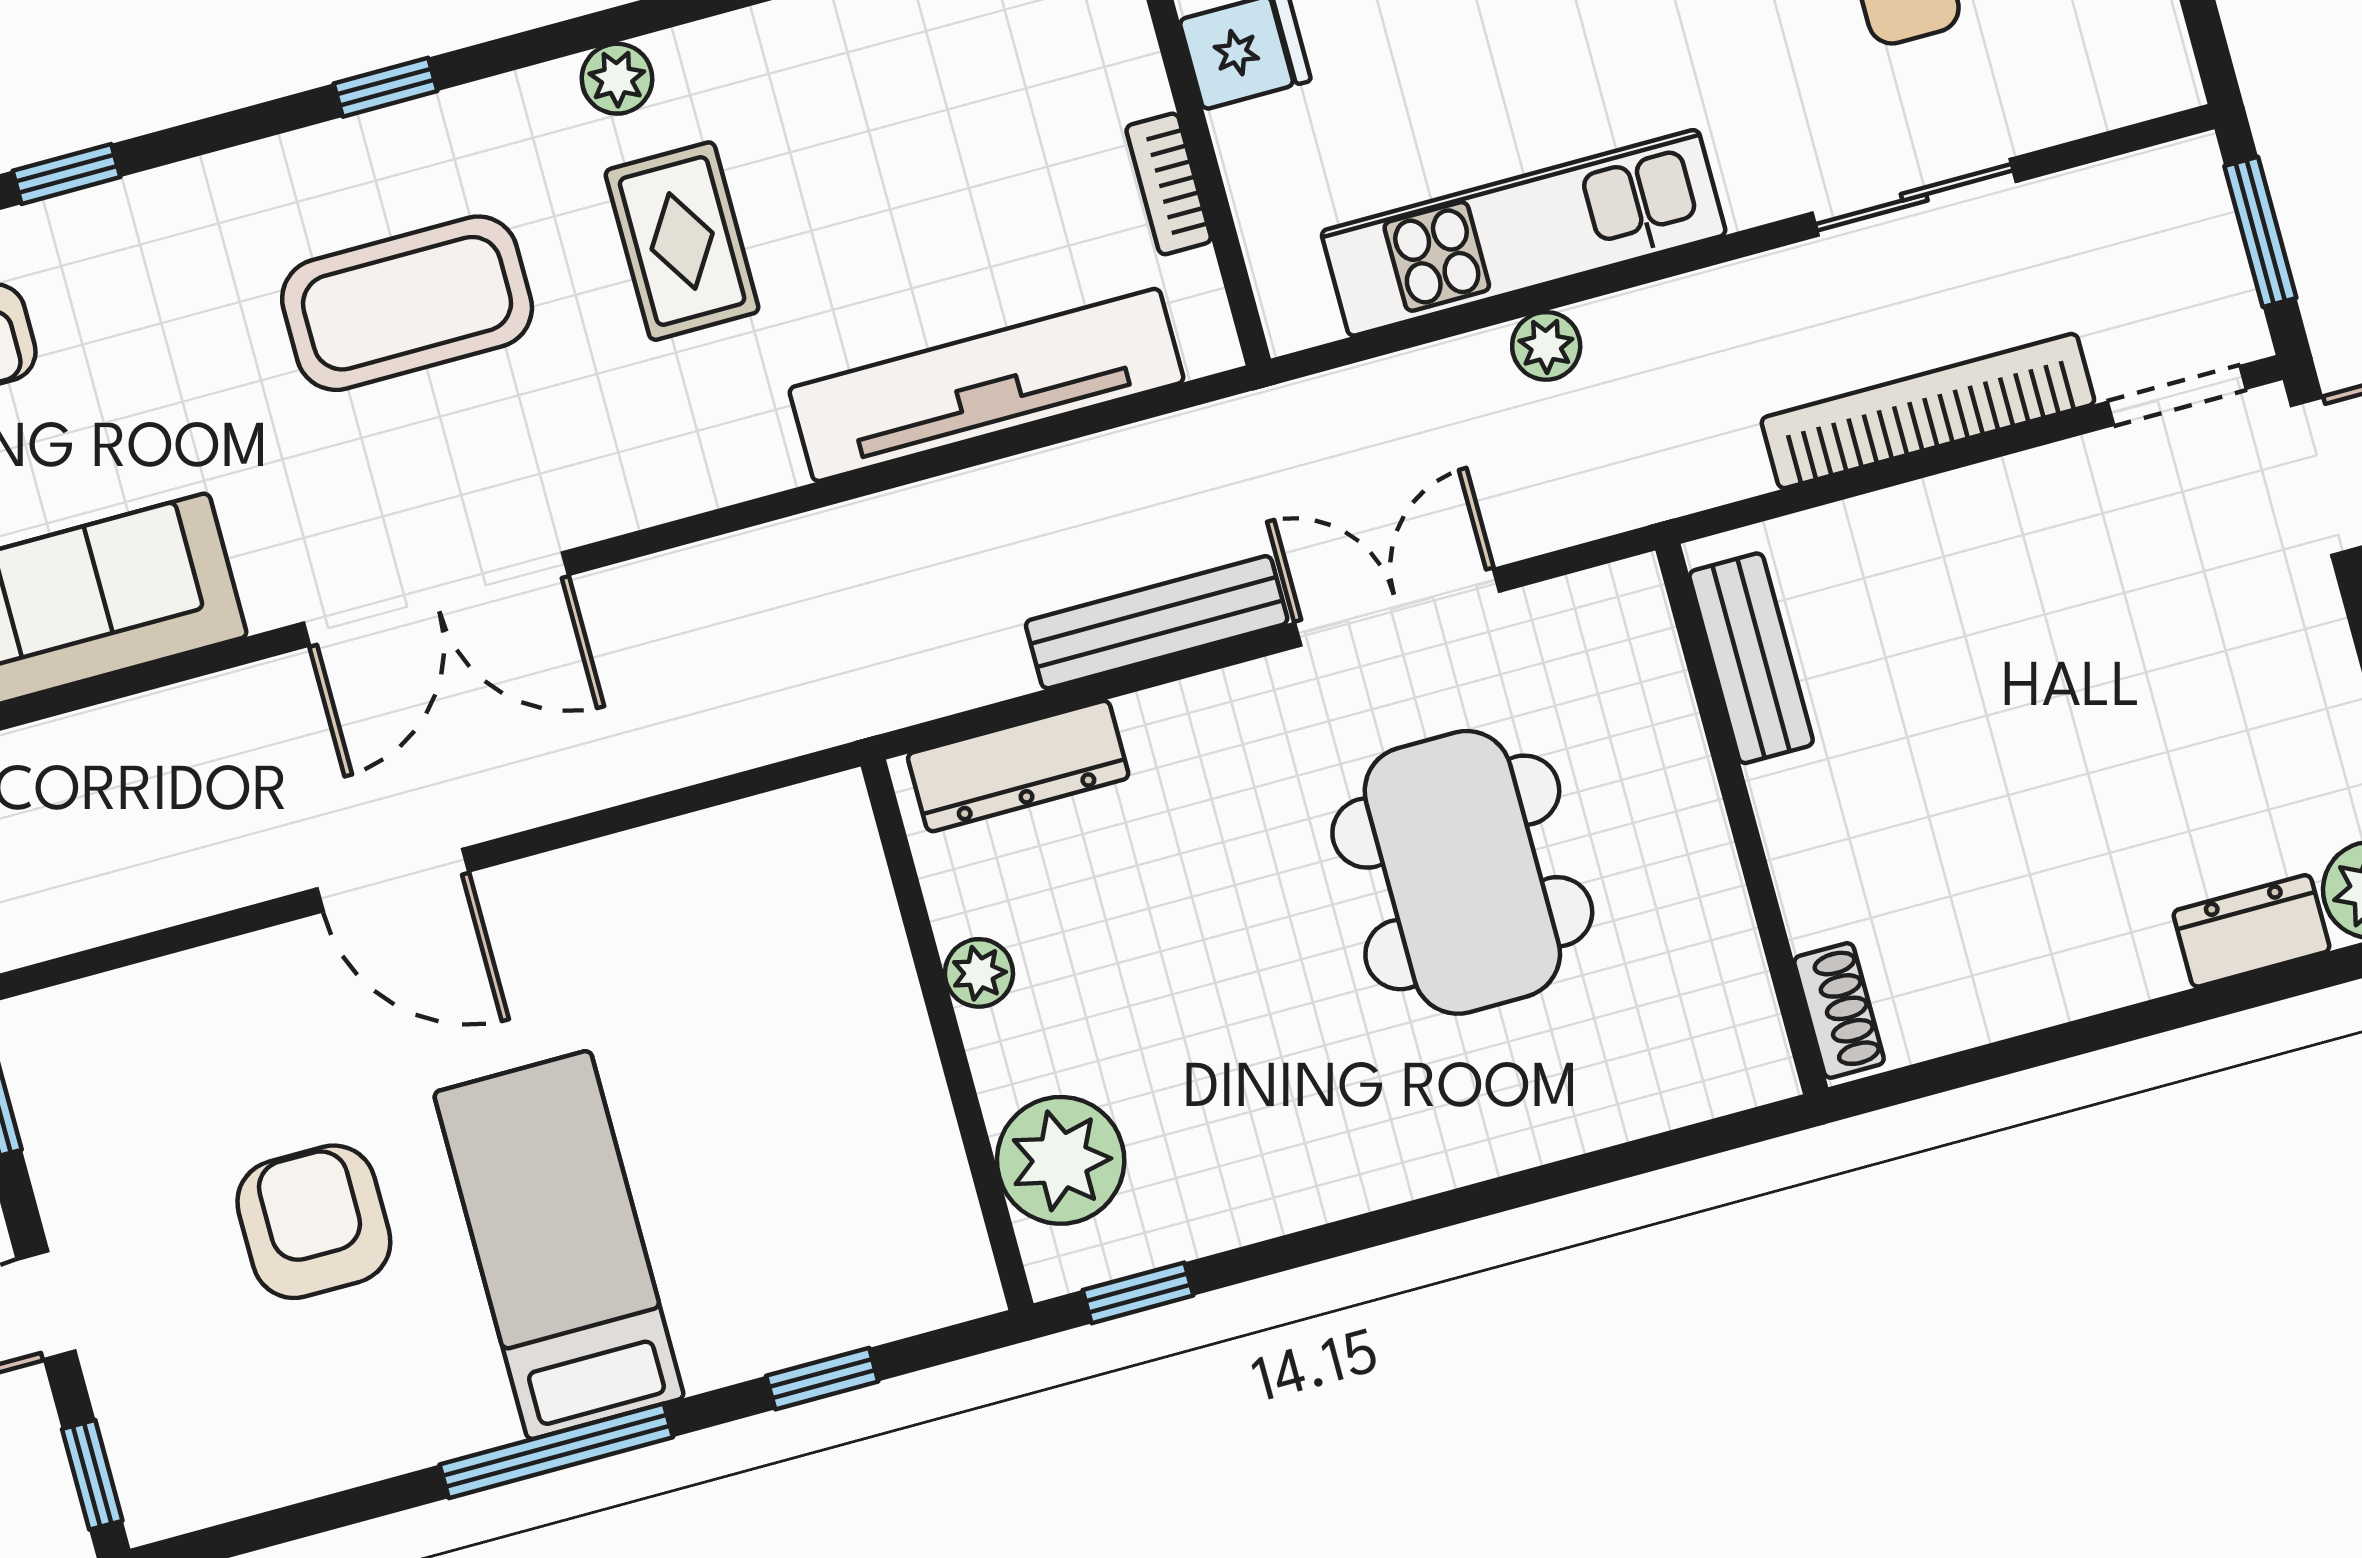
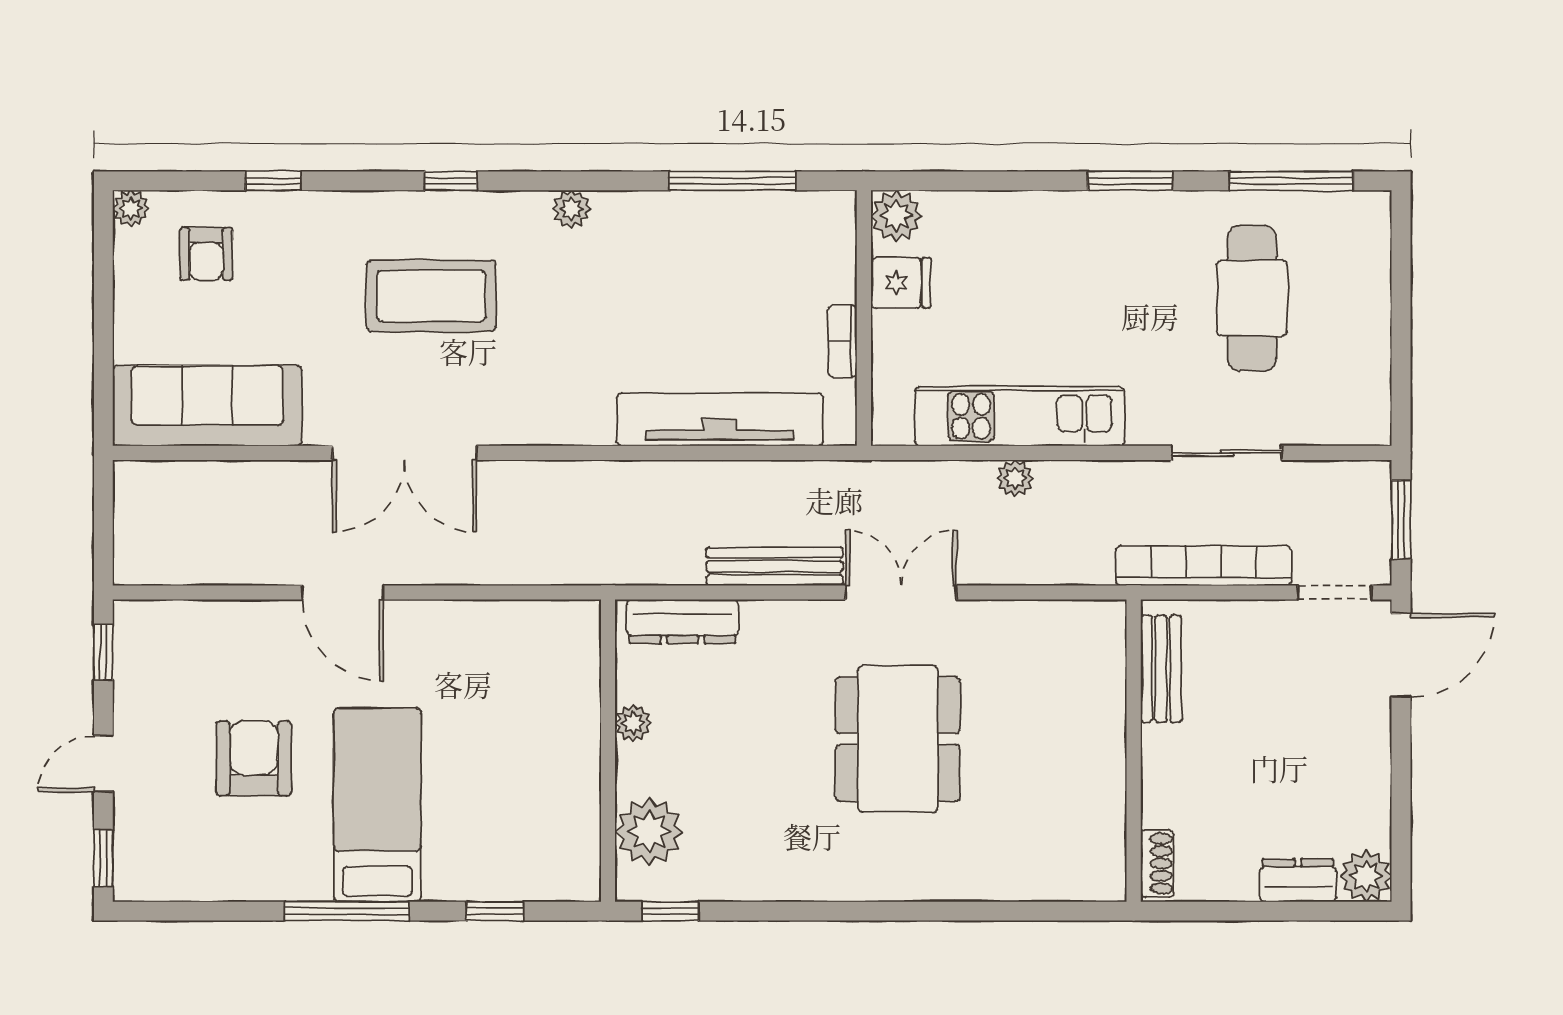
rug: (682, 241) -> (582, 302), removed
bench: (1751, 658) -> (1161, 669), moved
wall: (1742, 819) -> (1134, 751), moved
shoe rack: (1839, 1010) -> (1157, 863), moved

